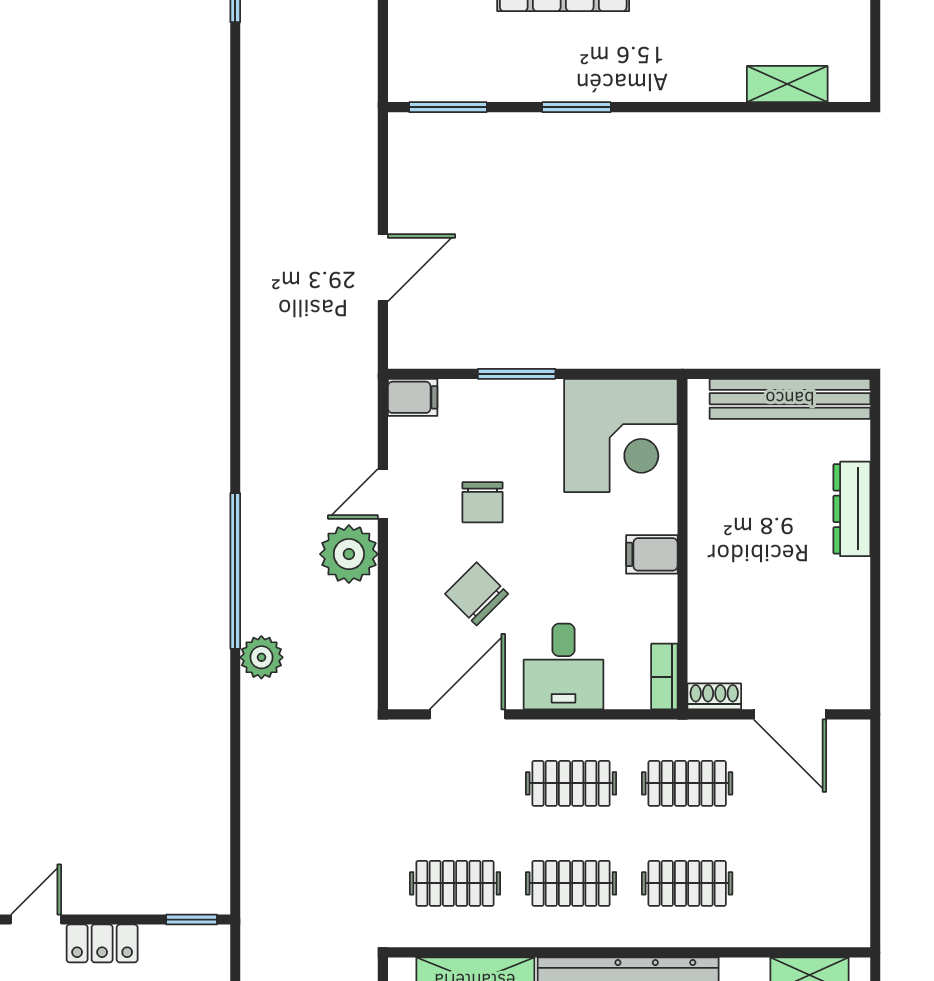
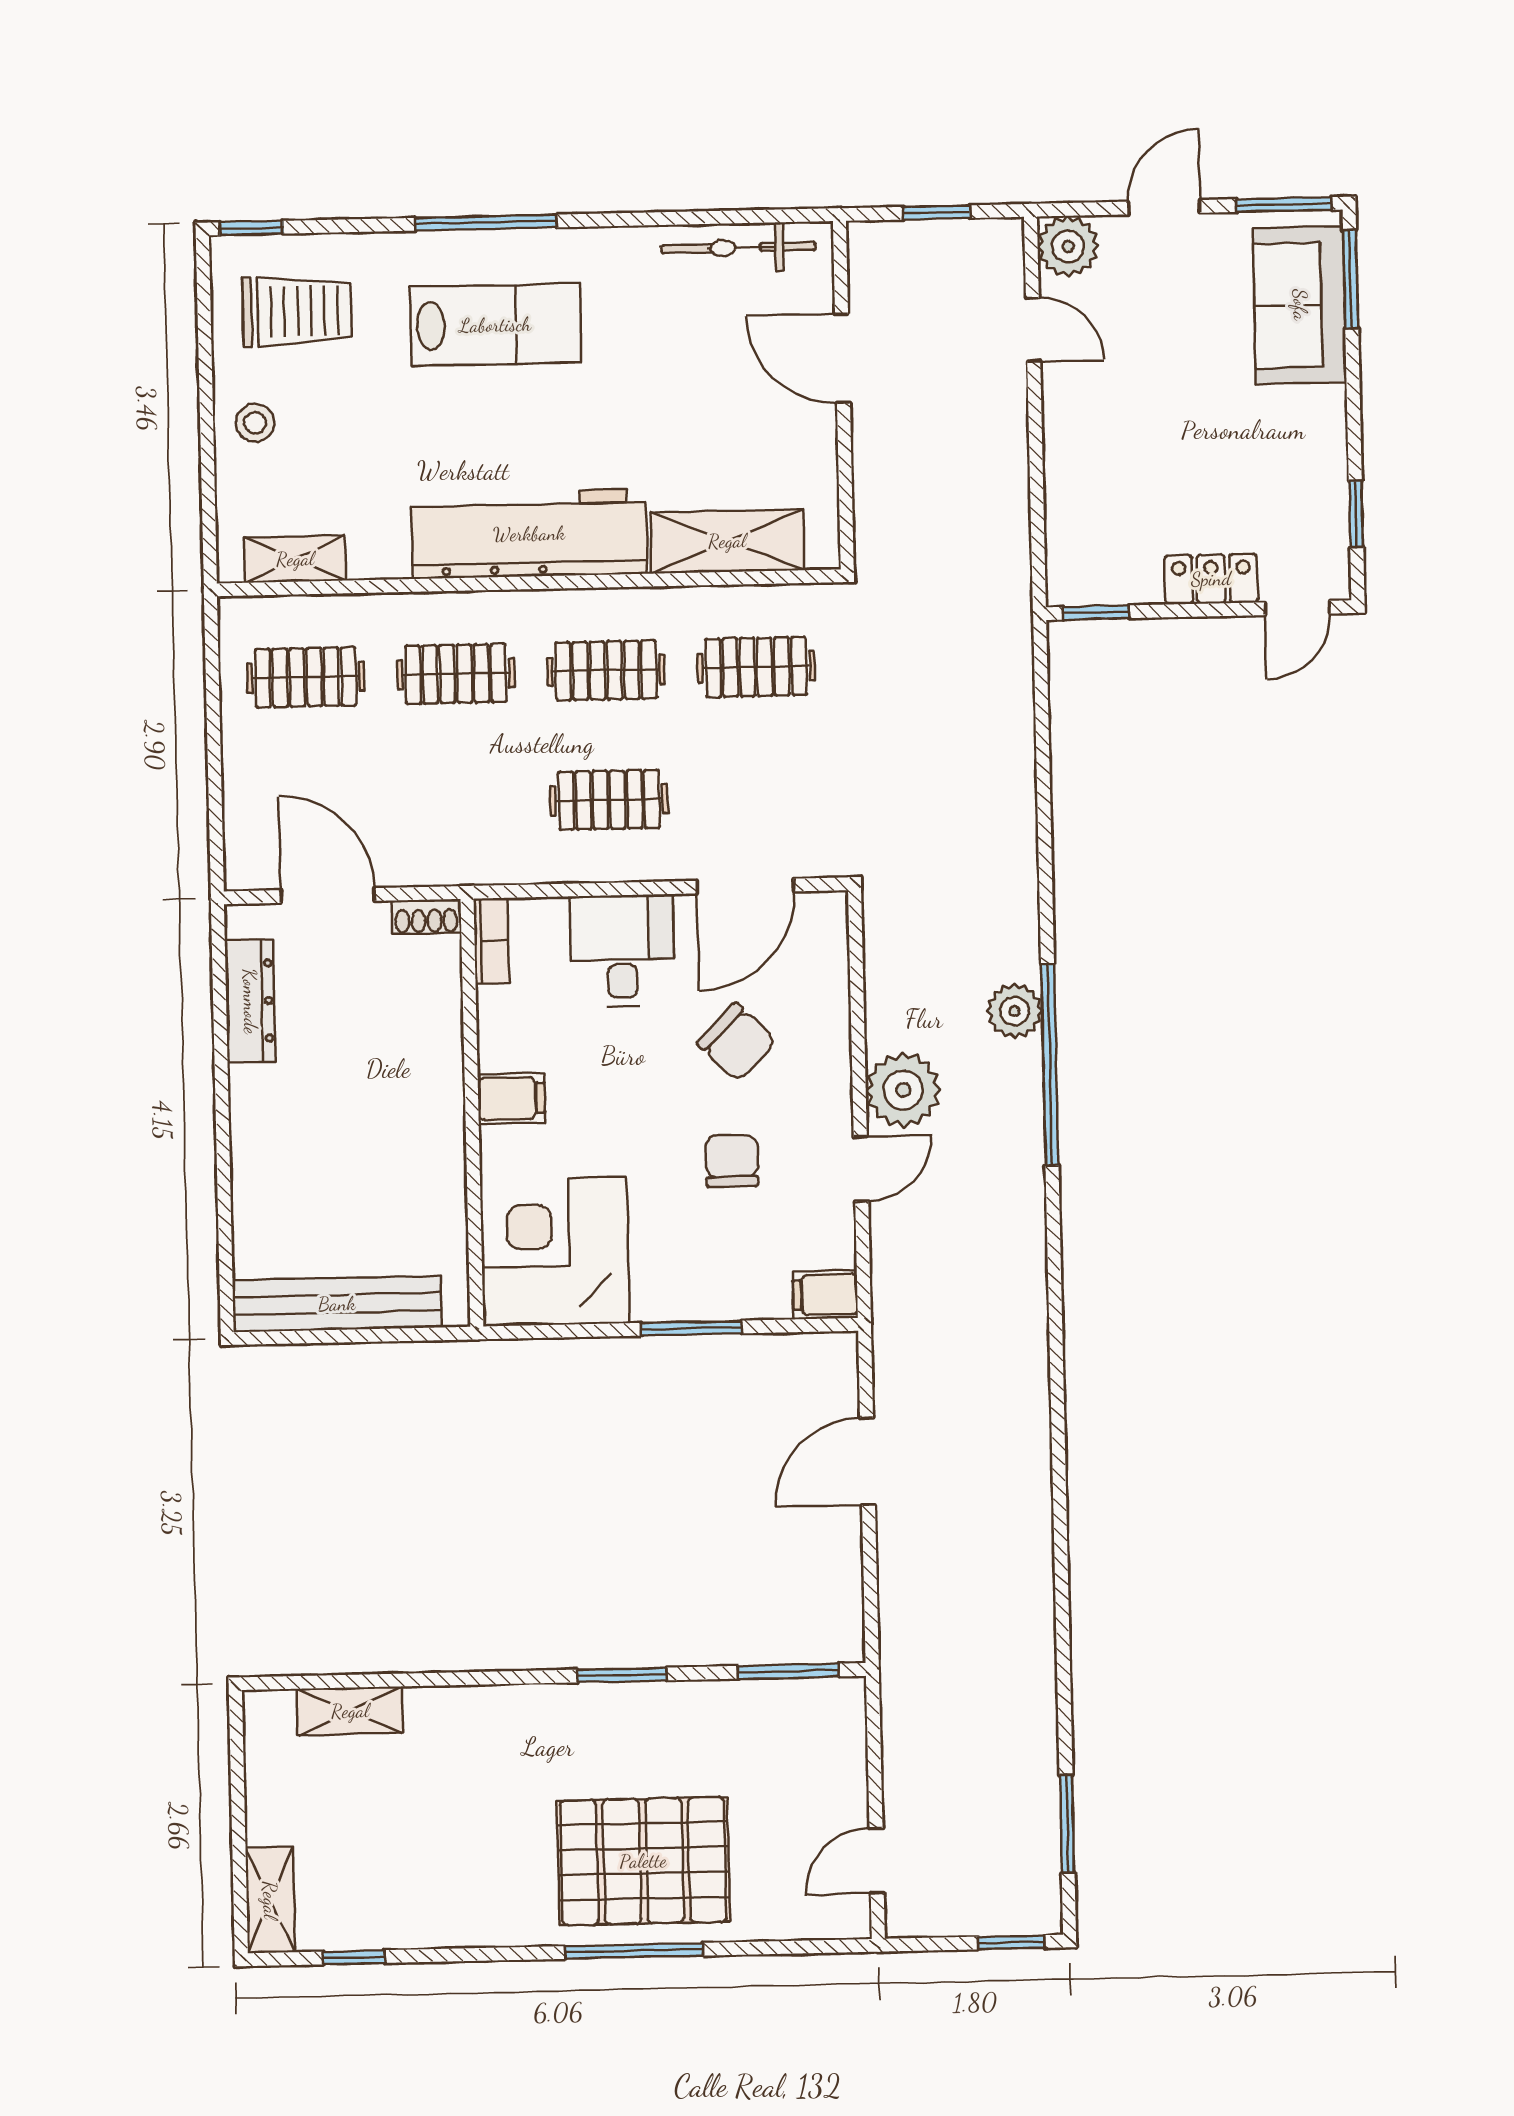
dresser: (852, 509) -> (250, 1001), moved
plant: (261, 657) -> (1015, 1011), moved
clothes rail: (687, 783) -> (306, 677), moved

